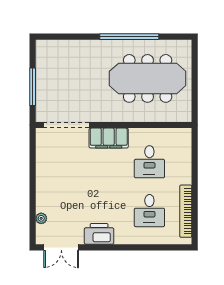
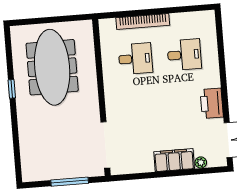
window: (129, 37) -> (12, 89), width x0.32
filing cabinet: (109, 138) -> (174, 160), moved, turned -90
bookcase: (186, 211) -> (143, 21), moved

